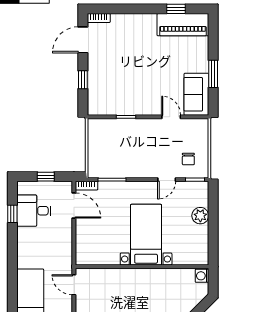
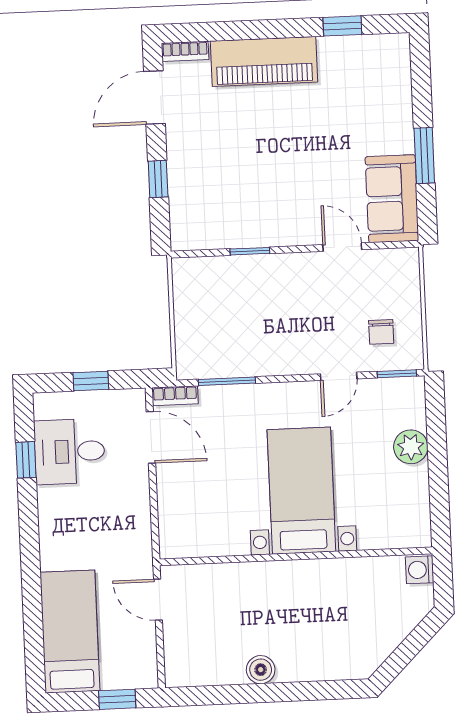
piano: (183, 25) -> (264, 62), moved

